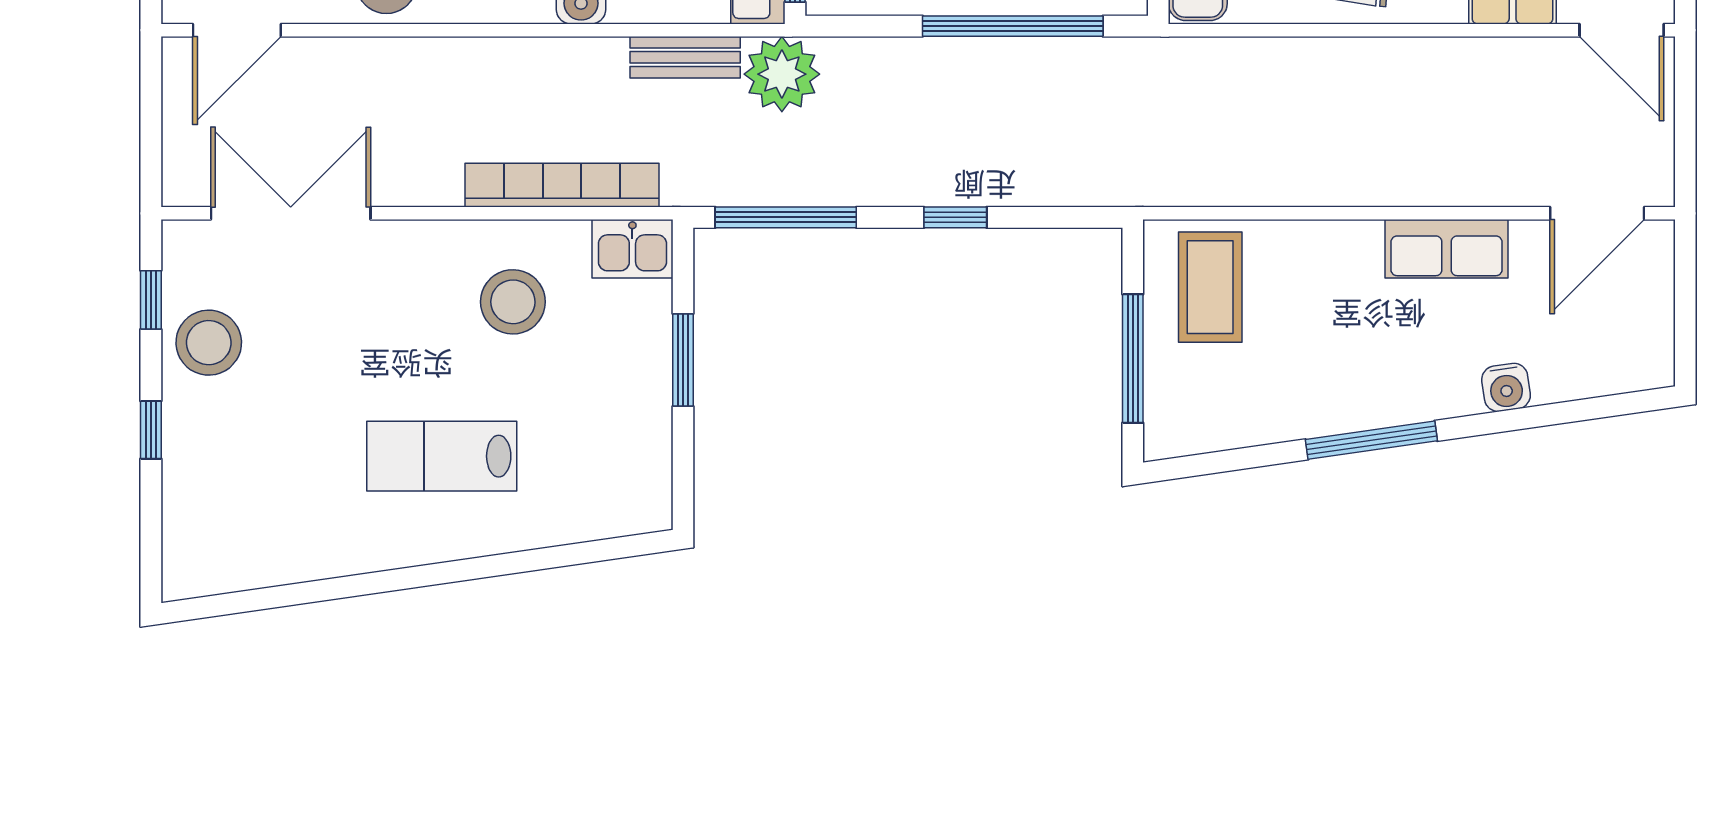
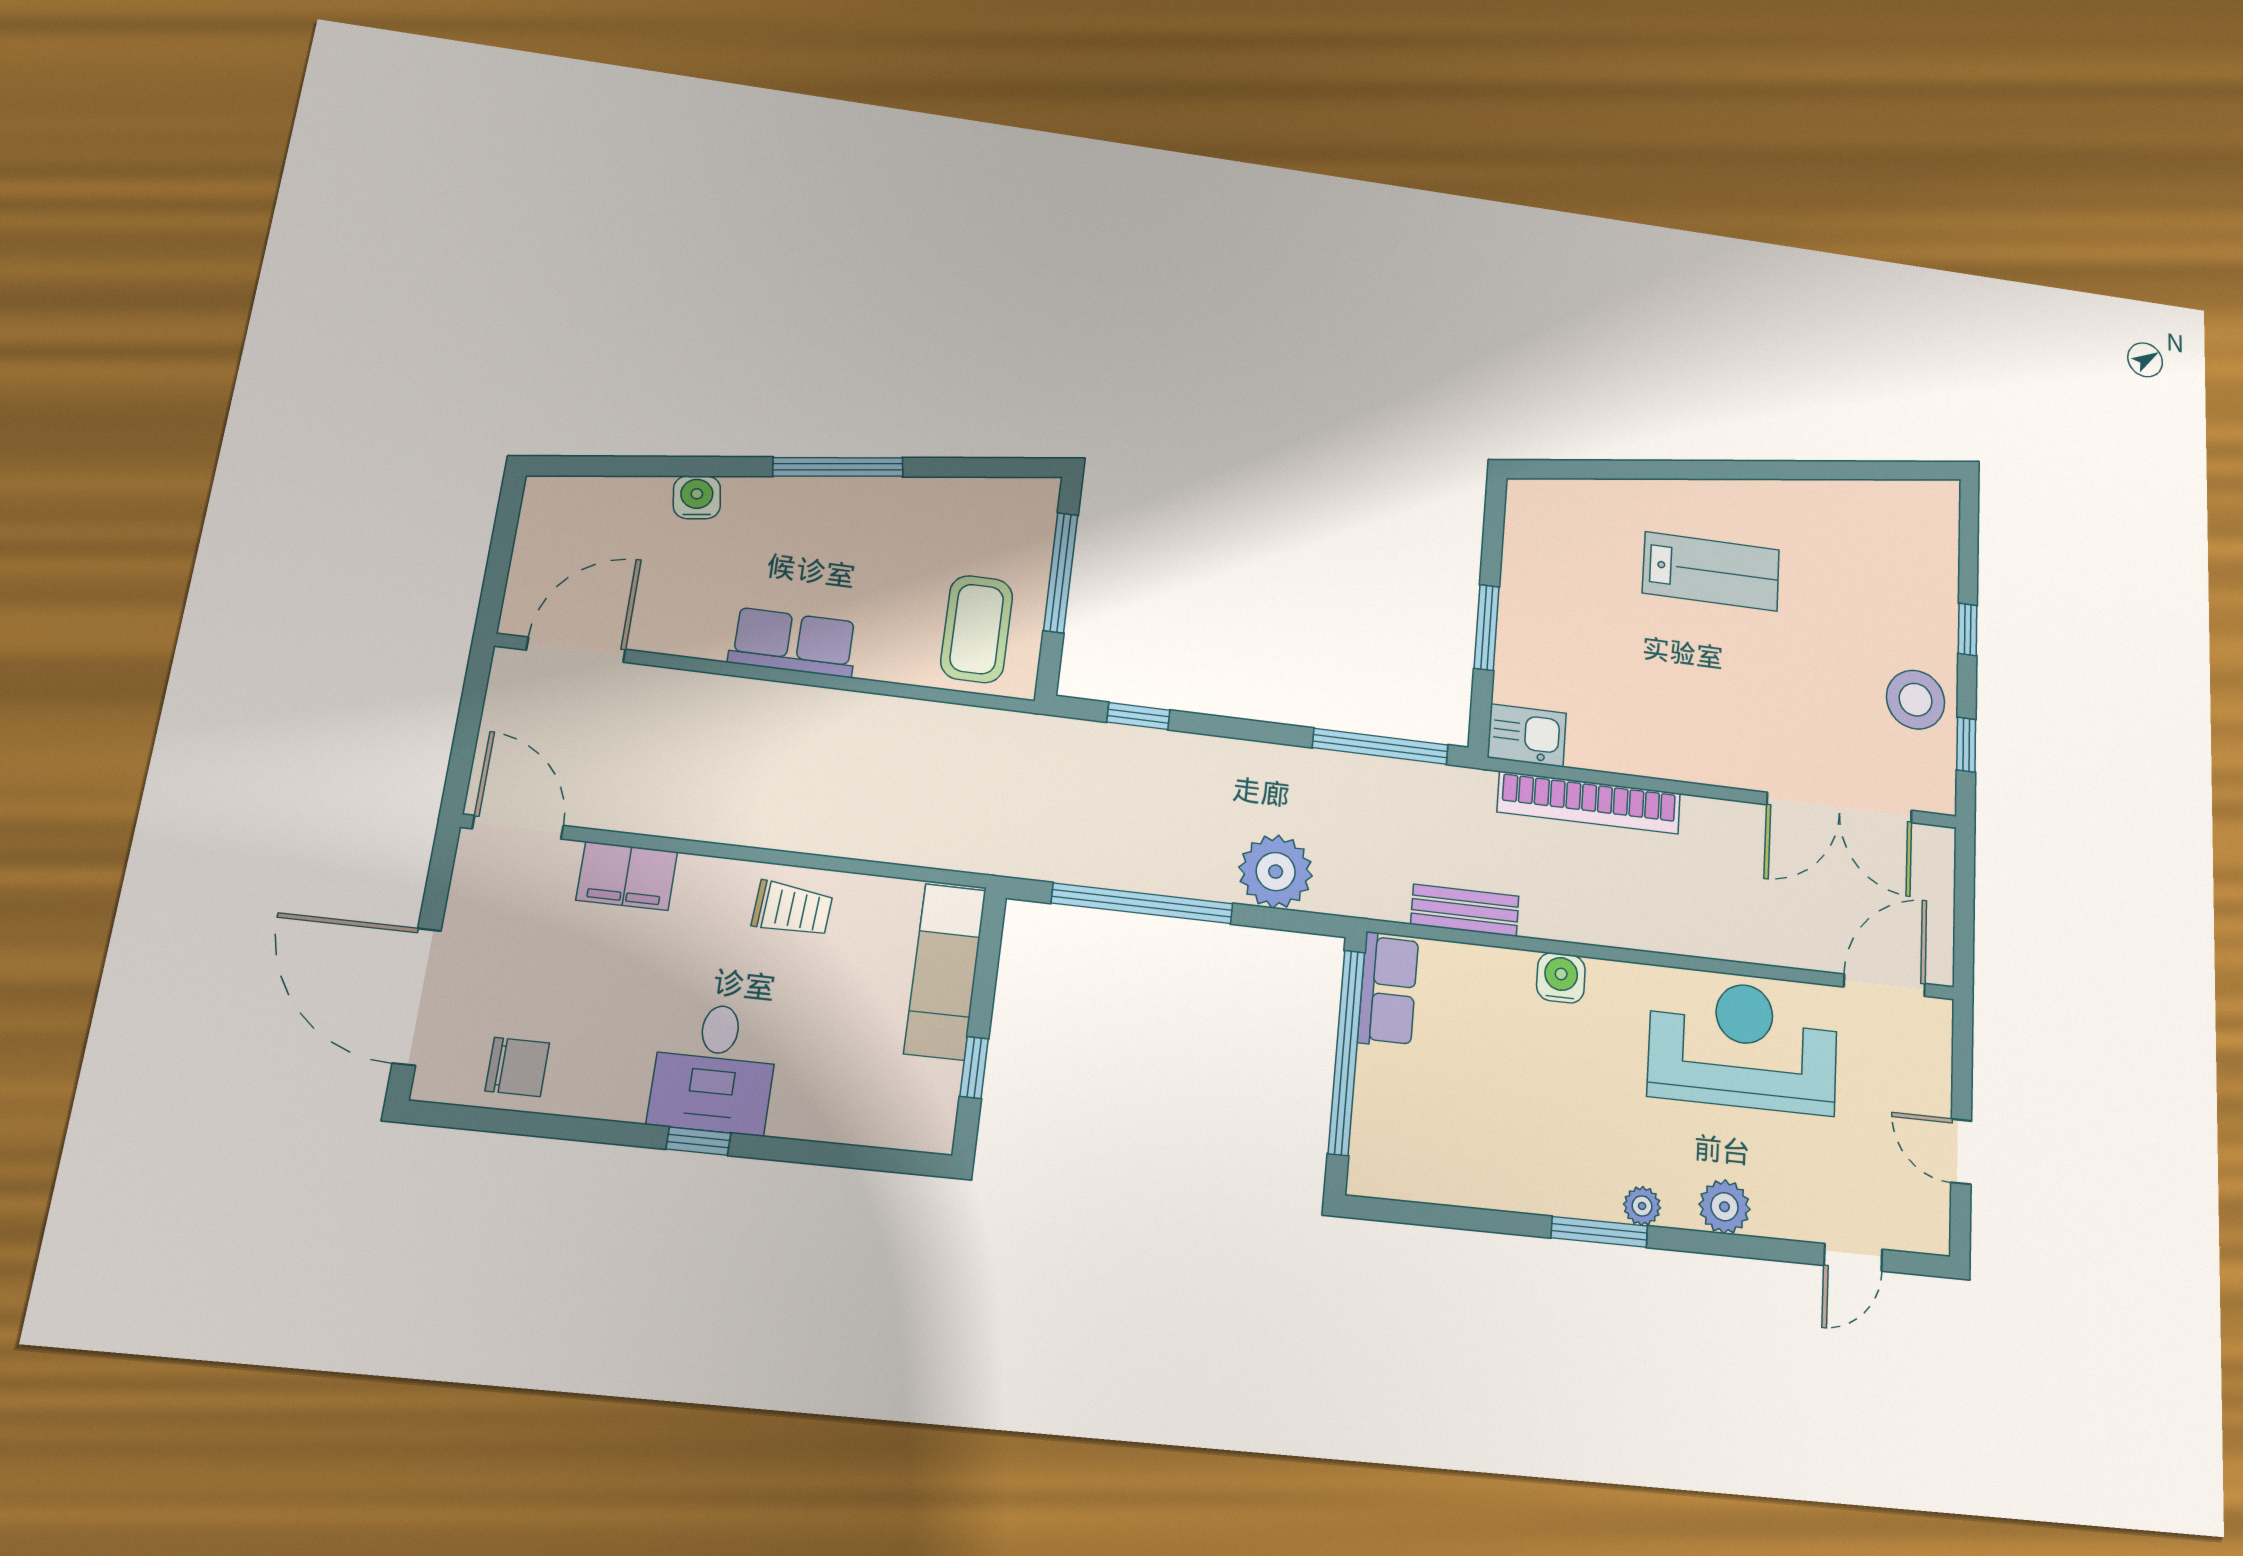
plant: (782, 74) -> (1276, 872), moved
window: (955, 217) -> (1138, 716), moved
row of seats: (1446, 249) -> (793, 642), moved
stool: (513, 302) -> (1640, 701), removed

